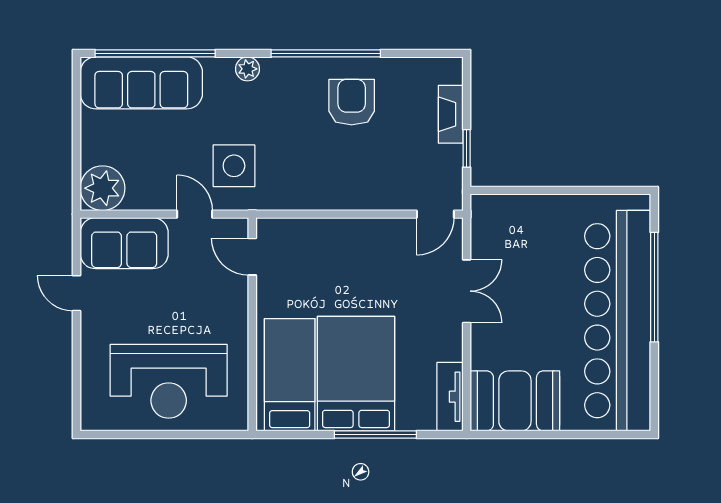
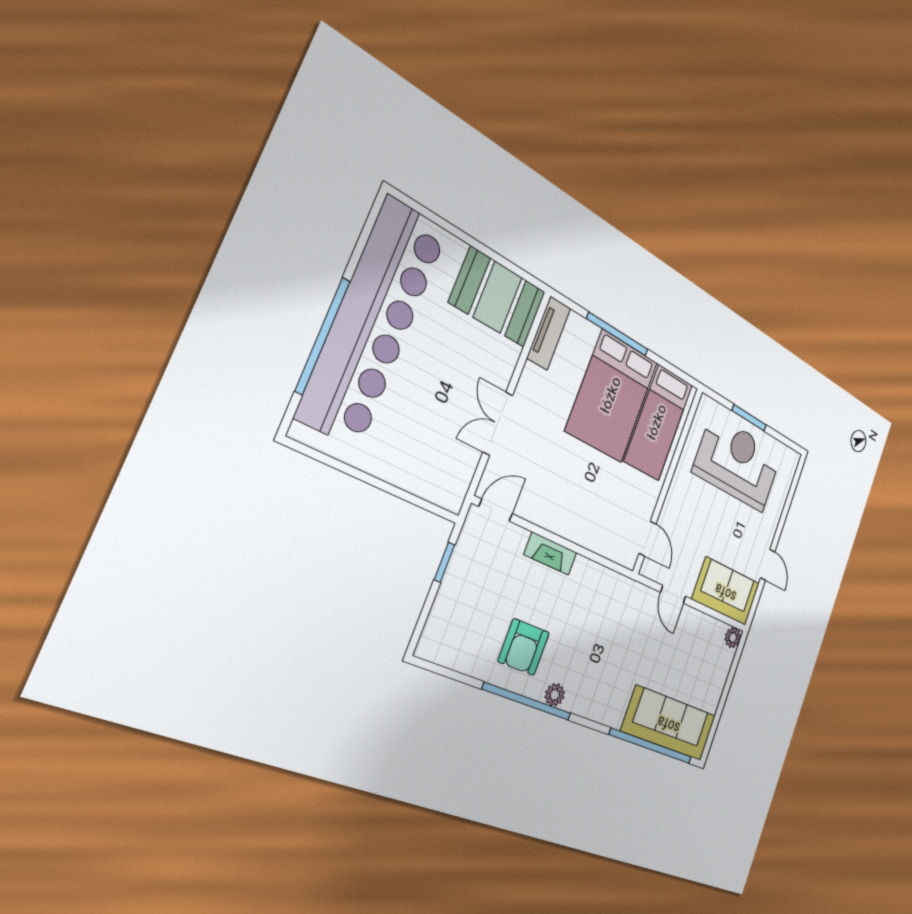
plant: (247, 69) -> (555, 695), moved
fireplace: (451, 114) -> (550, 554), moved, turned 90
side table: (234, 166) -> (632, 625), removed
plant: (103, 188) -> (733, 638), width x0.53, depth x0.53
window: (174, 435) -> (749, 418), added

